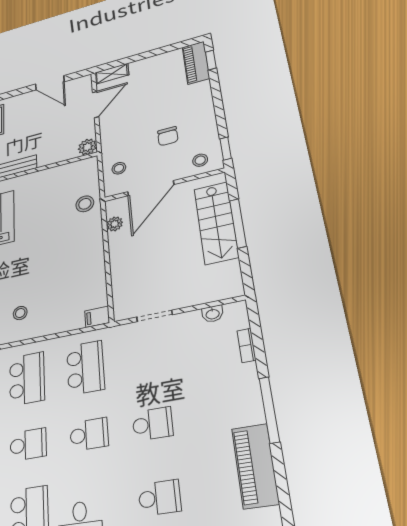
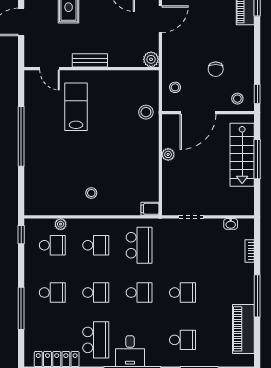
plant: (115, 224) -> (168, 154), moved
school desk: (27, 379) -> (96, 245), width x0.54

